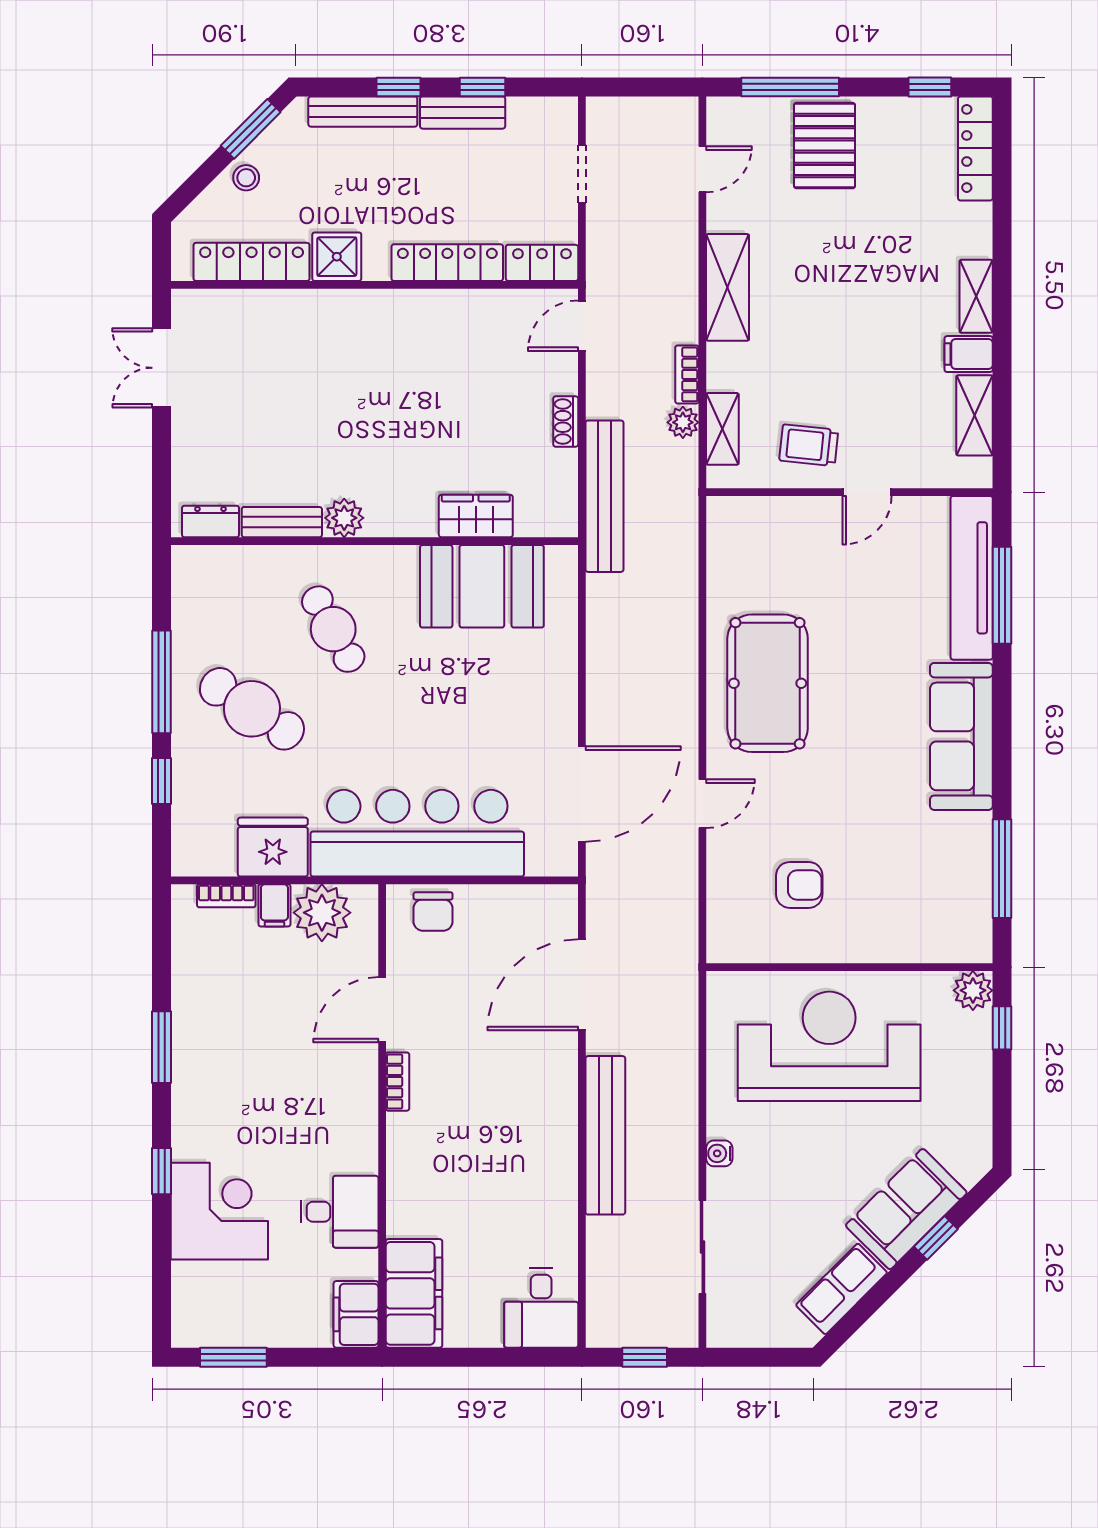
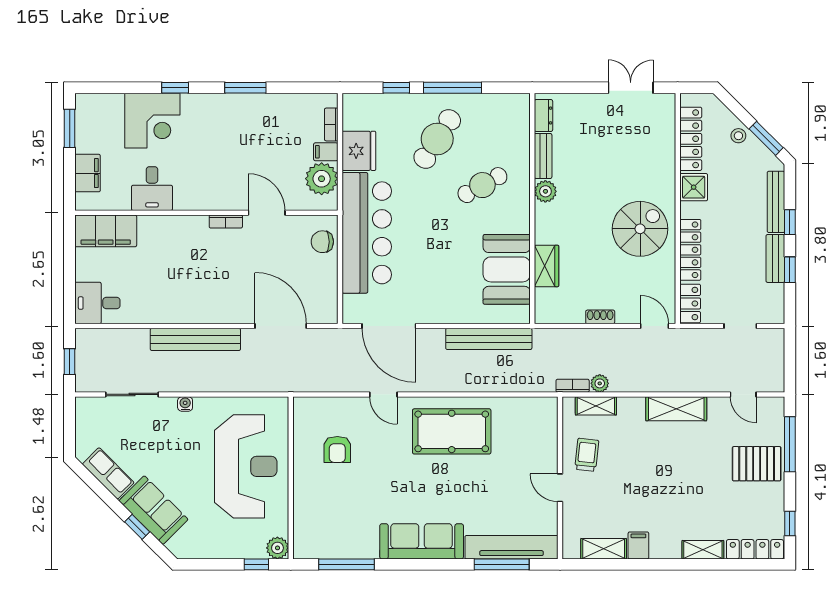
shelving: (976, 296) -> (703, 550), moved
spiral stairs: (410, 351) -> (640, 229), added
bookcase: (687, 374) -> (573, 386), moved
bench: (604, 496) -> (489, 339), moved
filing cabinet: (356, 1314) -> (87, 173), moved, turned 90

